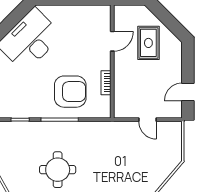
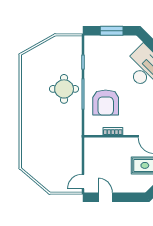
door: (147, 120) -> (83, 182), moved
round table: (58, 170) -> (64, 89), moved

